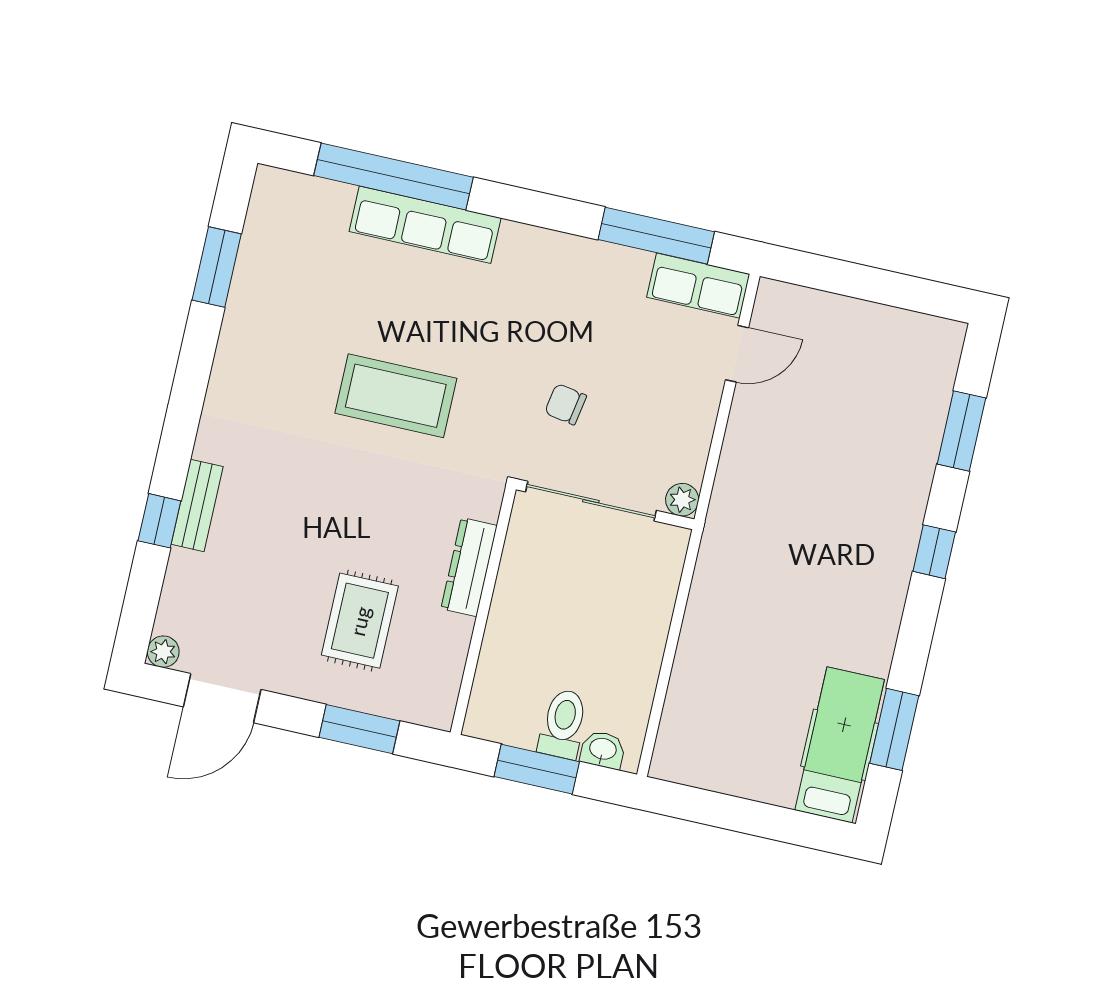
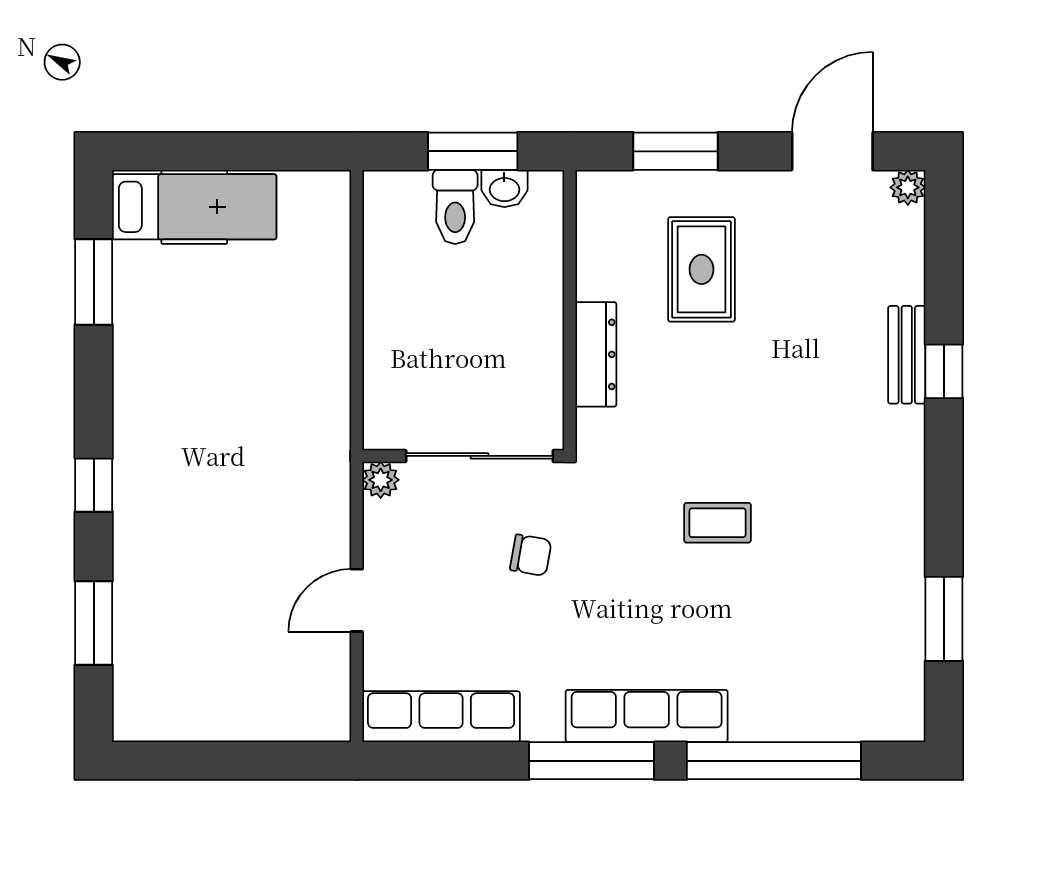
row of seats: (425, 225) -> (647, 716), moved
window: (656, 236) -> (591, 761), moved
row of seats: (698, 286) -> (441, 717), width x1.48
door: (737, 354) -> (357, 600), moved
coffee table: (396, 396) -> (718, 523), width x0.54, depth x0.58
window: (159, 521) -> (944, 371), moved
hospital bed: (840, 745) -> (194, 207), moved, turned -90
washbasin: (603, 750) -> (504, 188), moved

